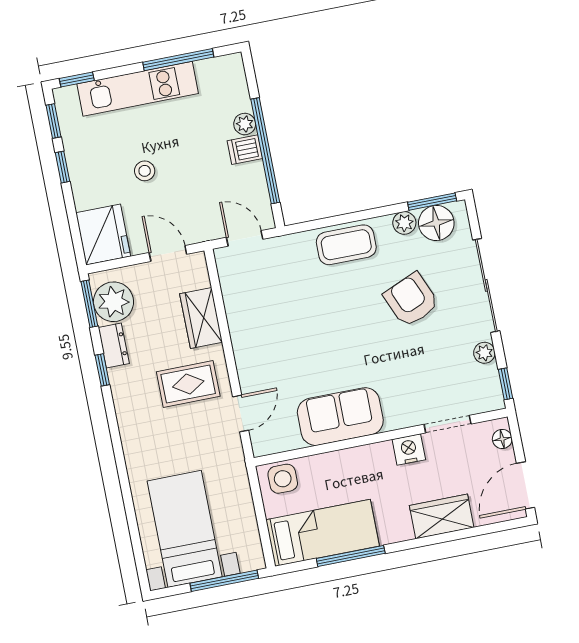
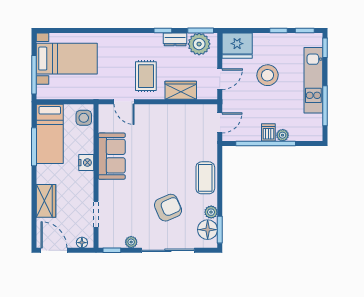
stool: (145, 171) -> (268, 75), width x1.89, depth x1.89
nightstand: (409, 449) -> (86, 163), moved

